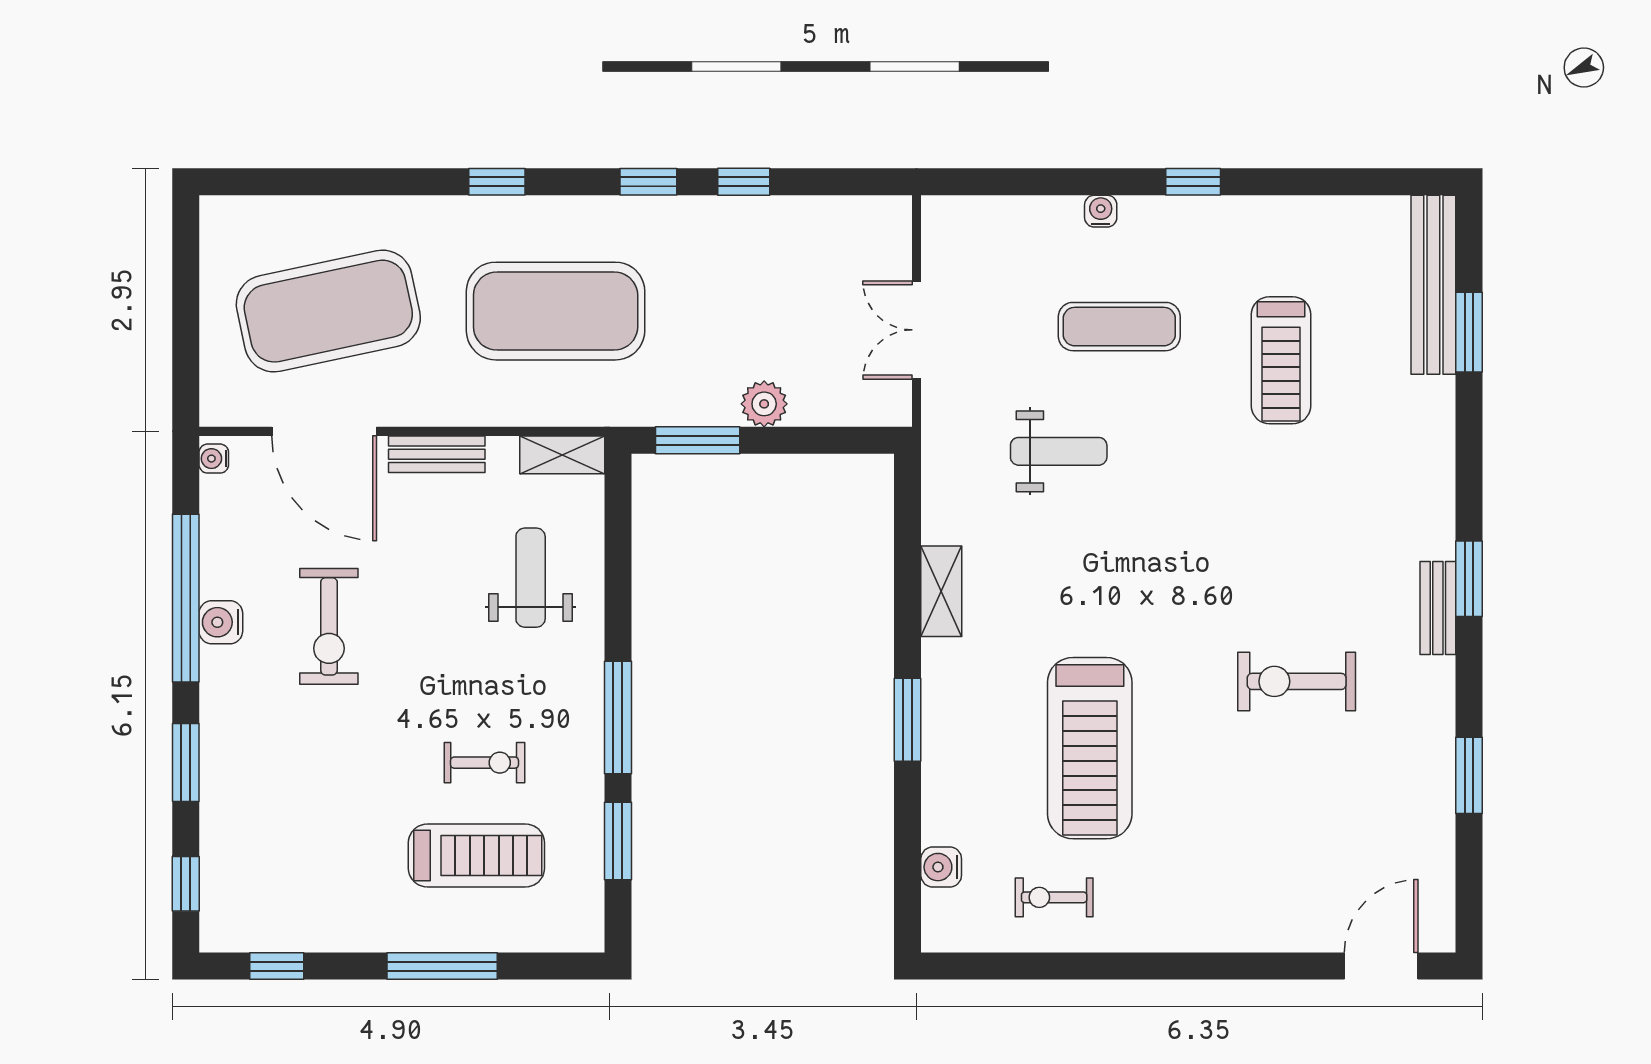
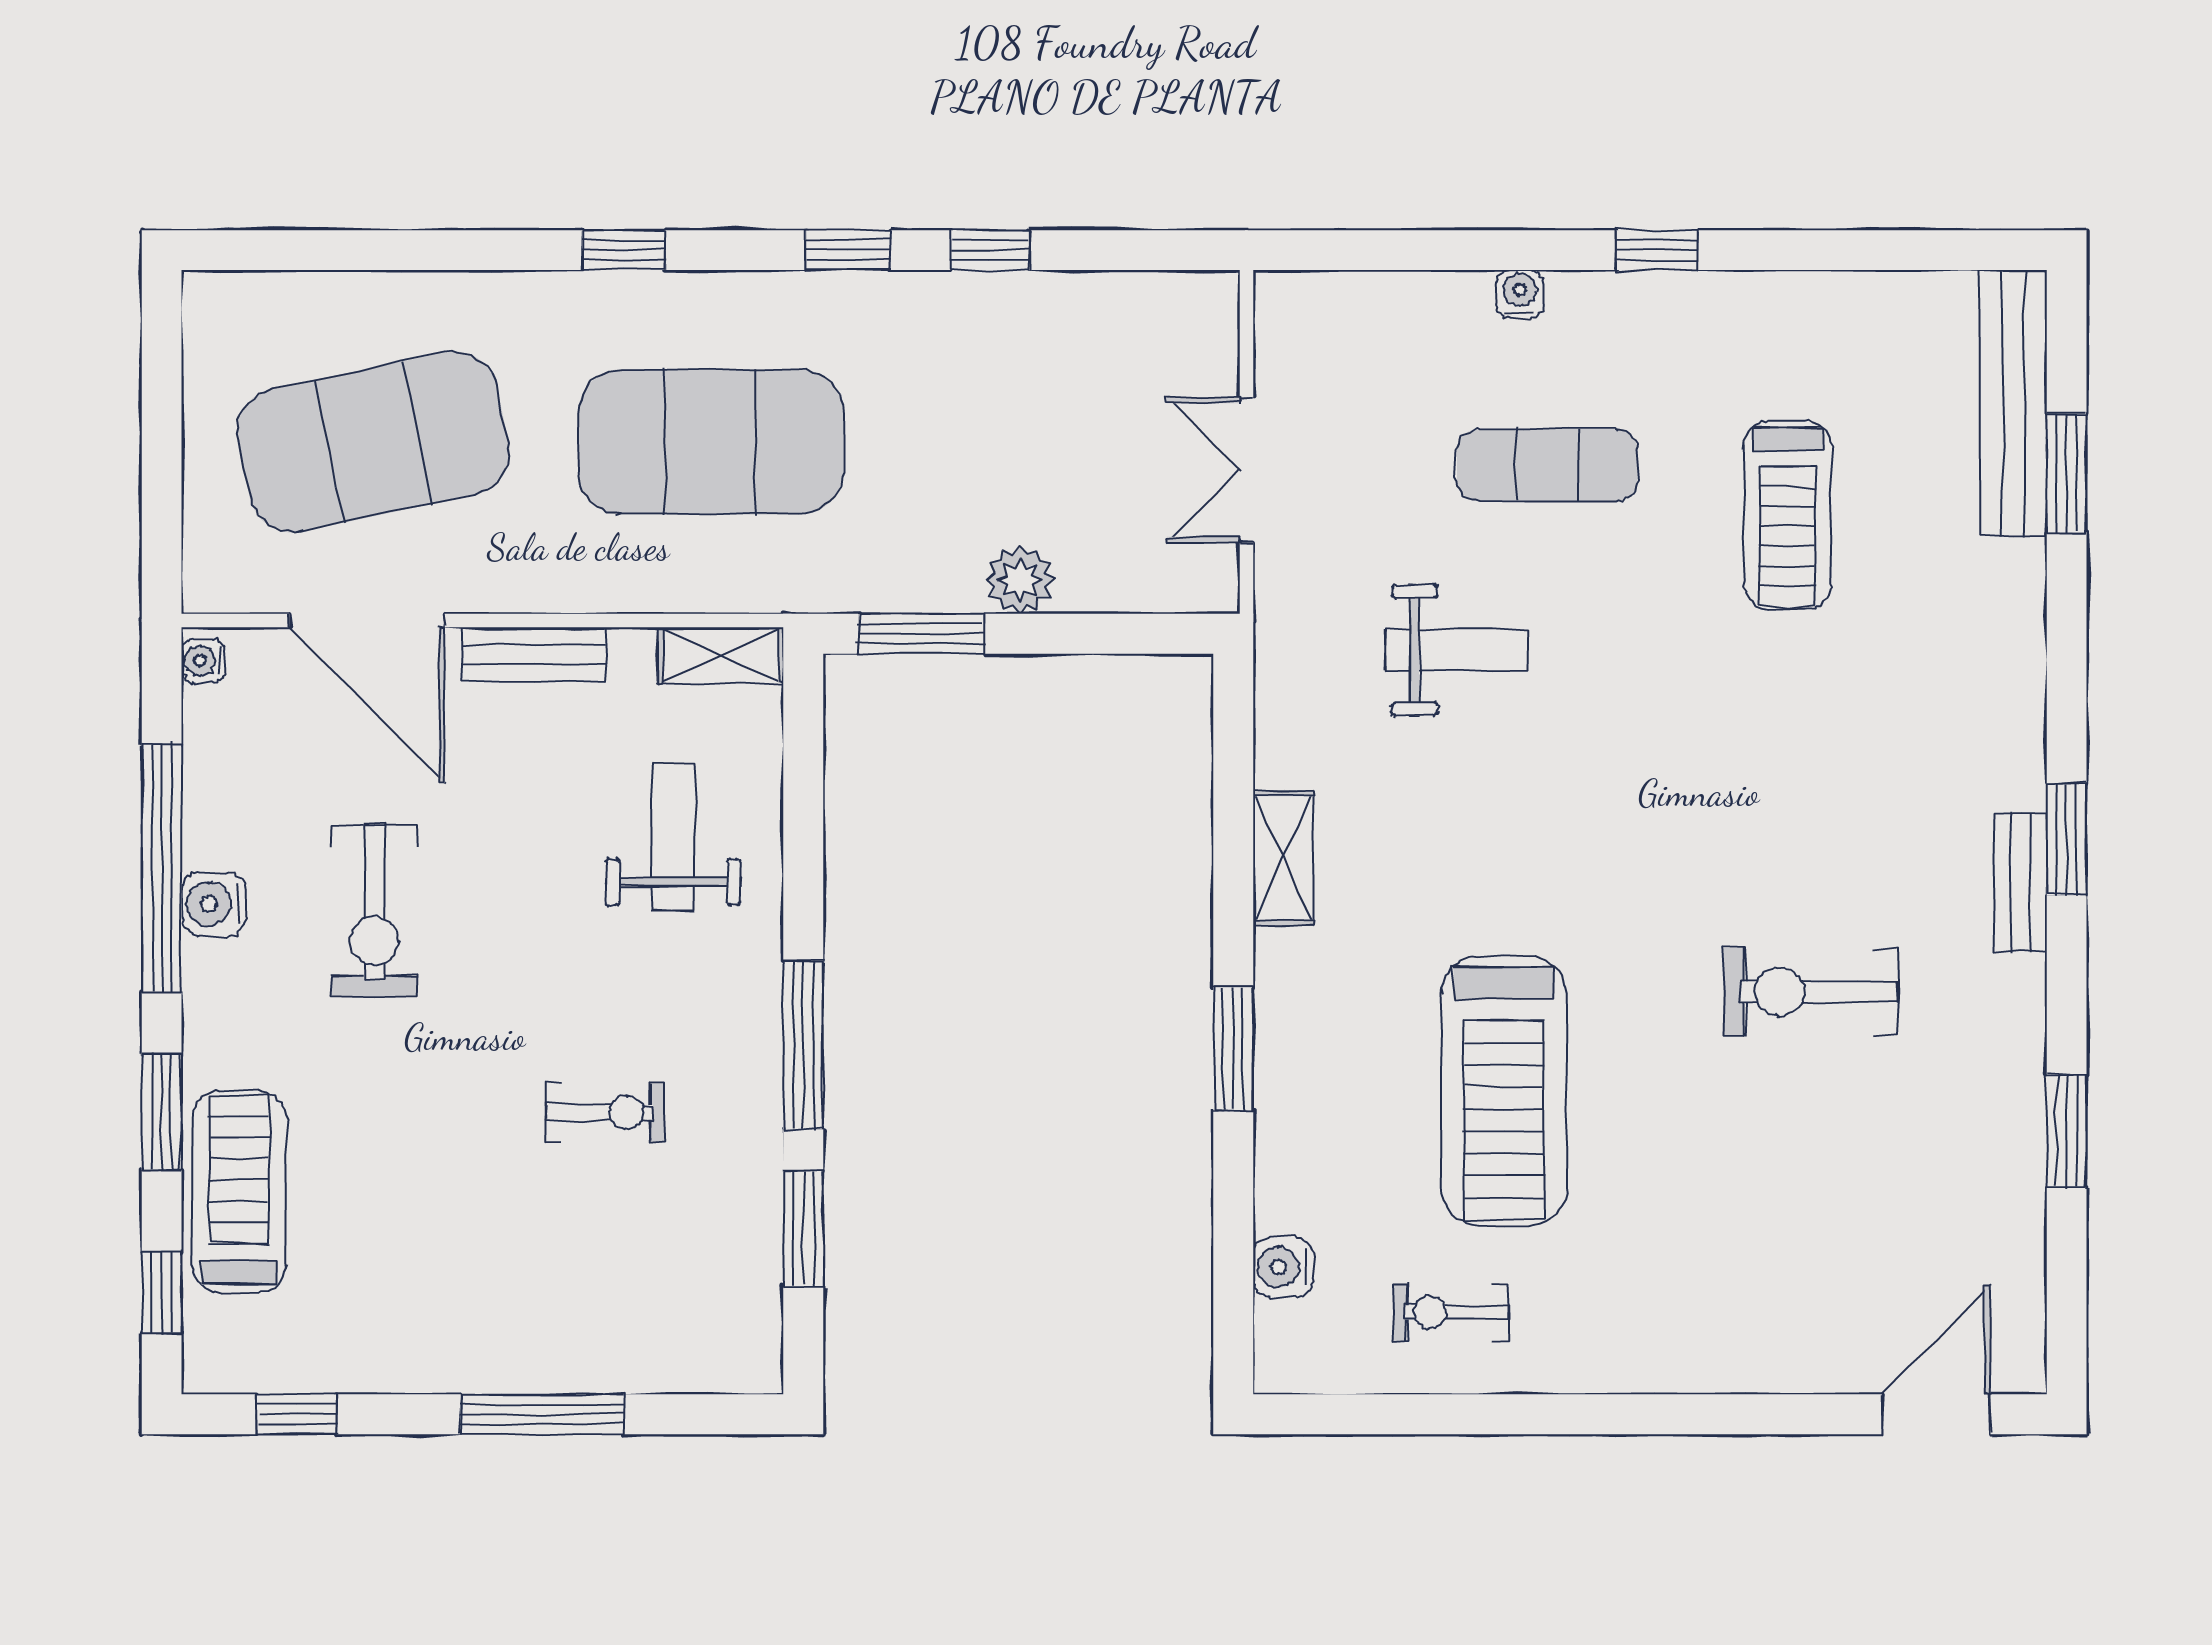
treadmill: (476, 856) -> (239, 1192), moved, turned -90

